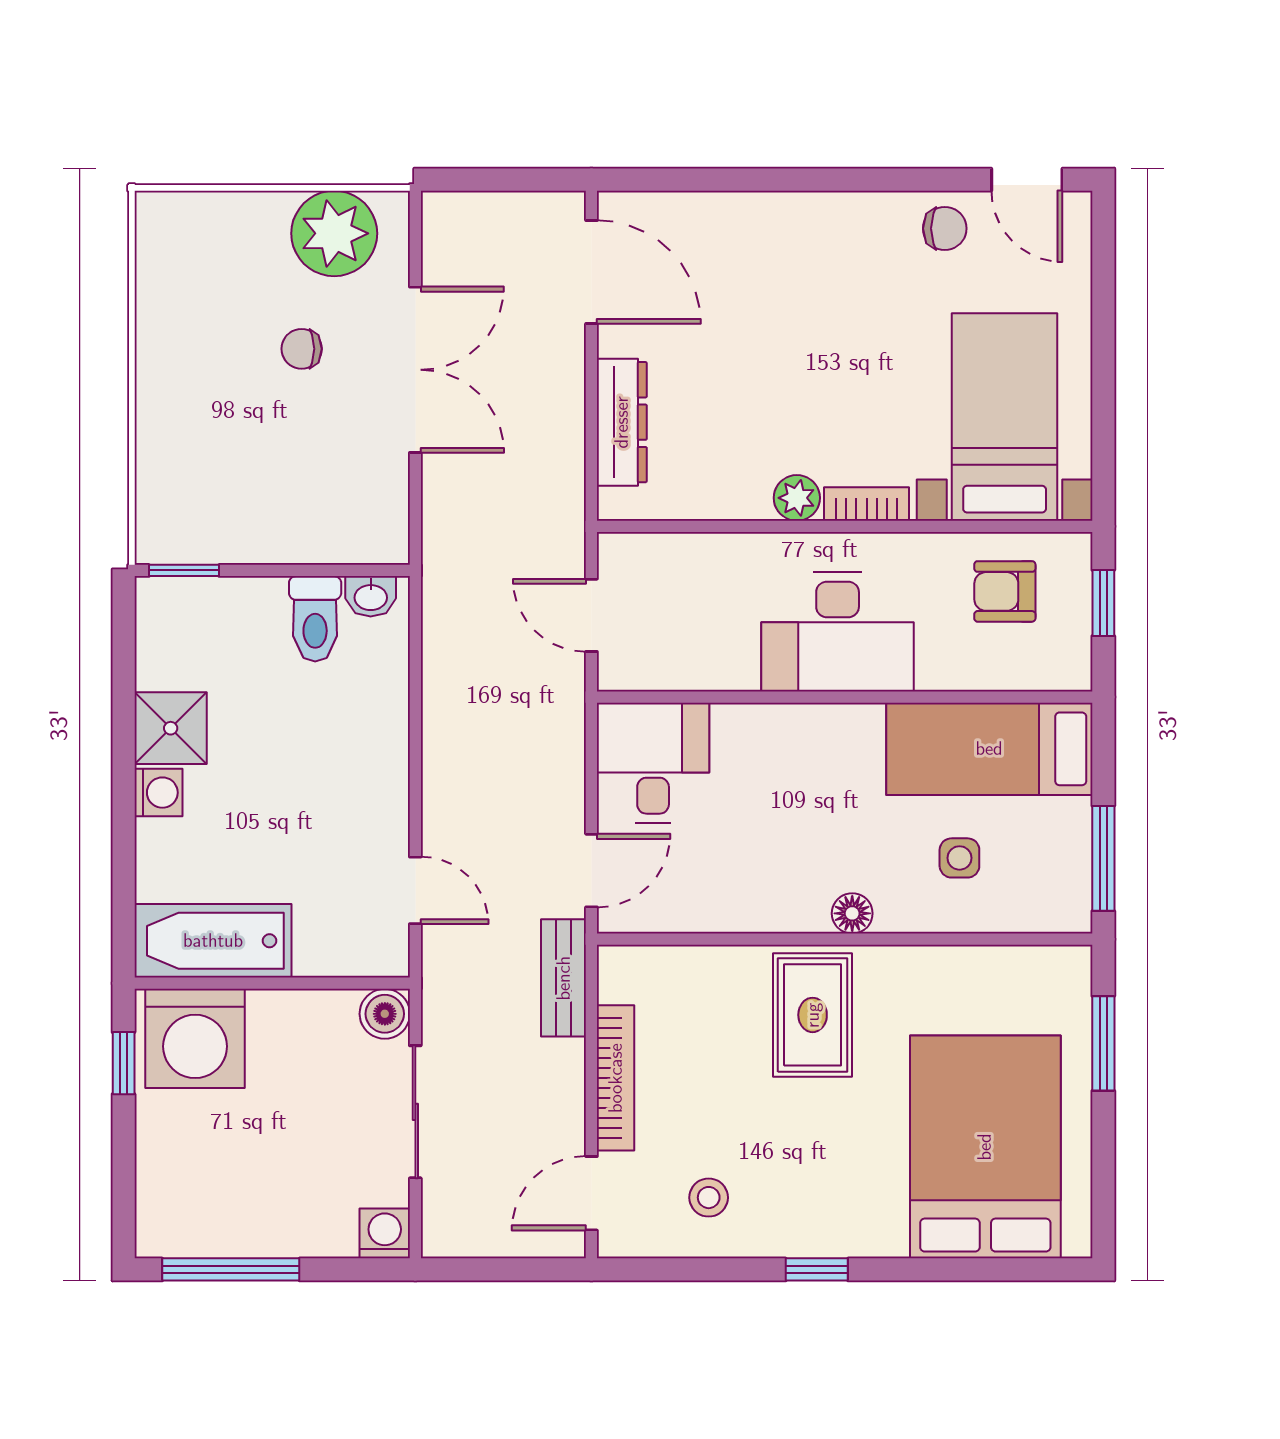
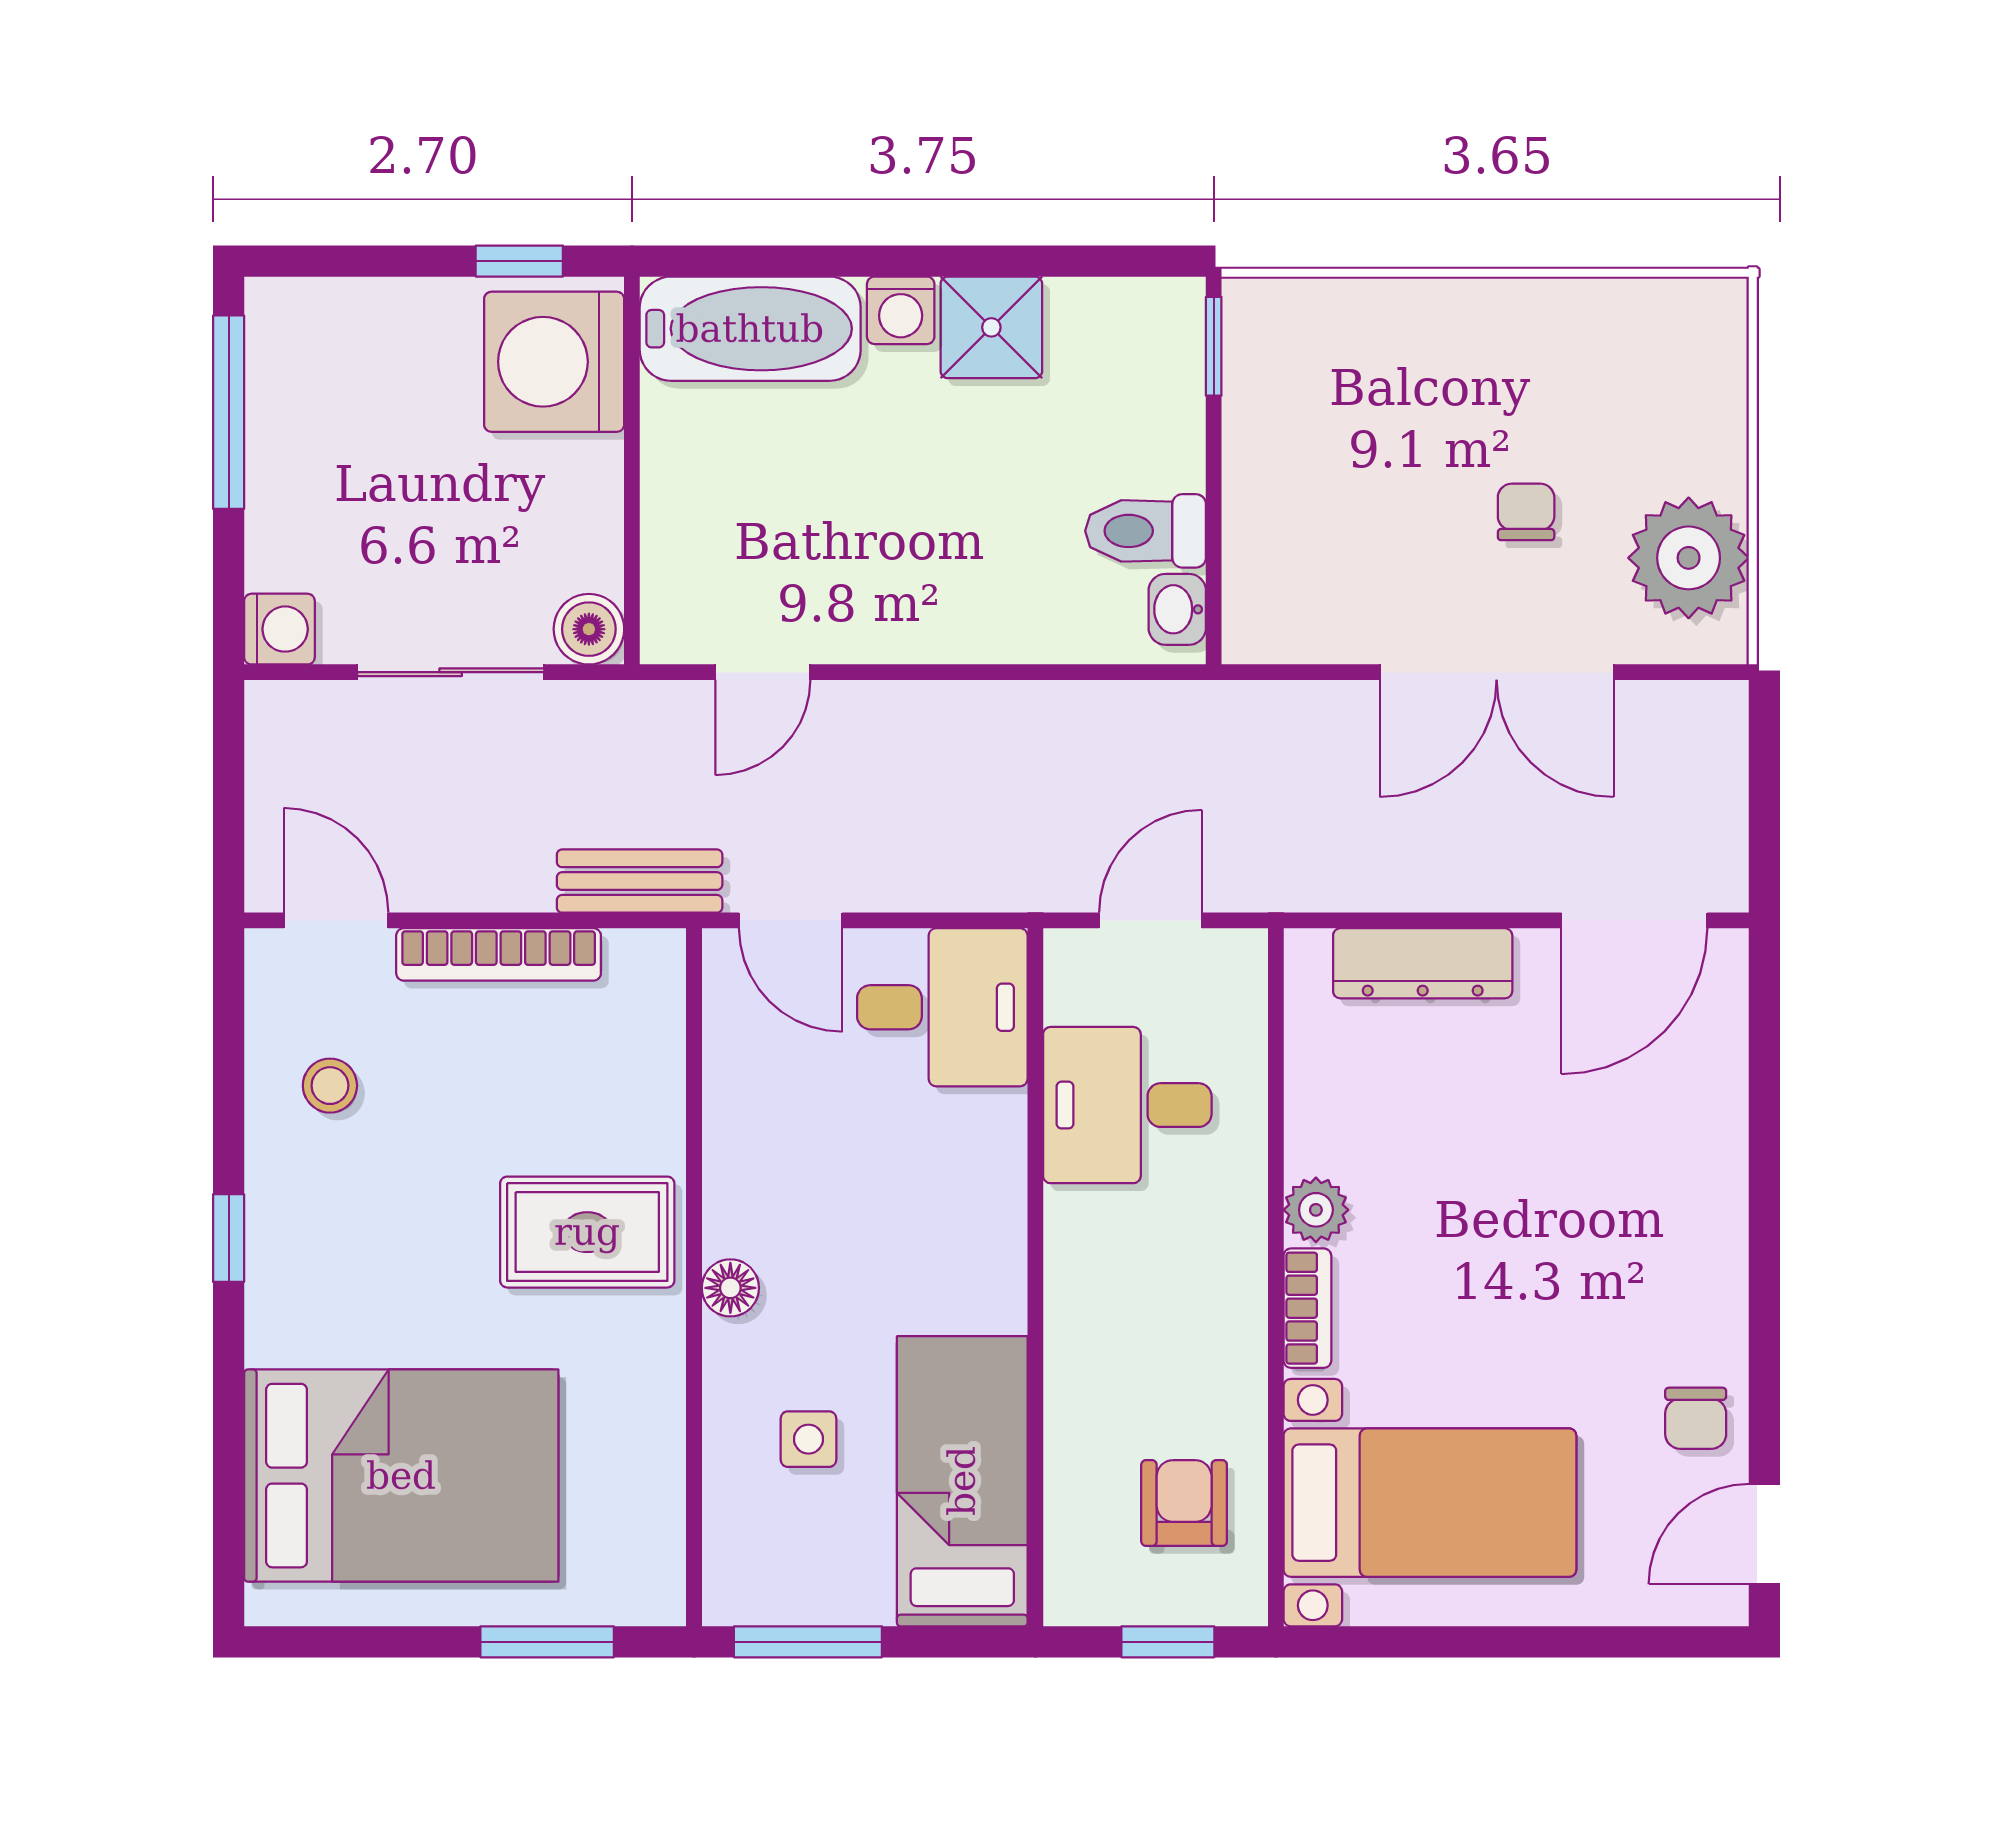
desk: (838, 632) -> (1127, 1105), moved, width x0.73
bathtub: (213, 941) -> (750, 329), moved, turned 90

